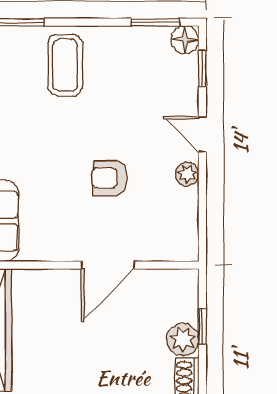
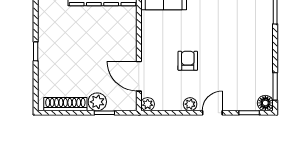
coffee table: (65, 65) -> (251, 36), removed
plant: (187, 250) -> (148, 104), added
door: (108, 265) -> (139, 76), moved

